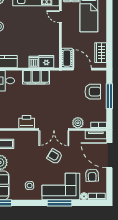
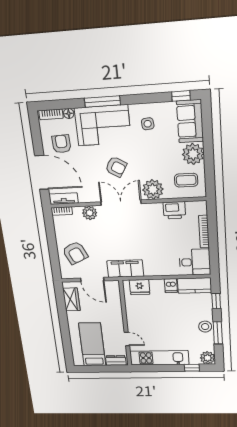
cot: (67, 58) -> (113, 292), removed
dishwasher: (34, 62) -> (171, 286), moved
filing cabinet: (36, 77) -> (125, 269), moved
armchair: (93, 92) -> (75, 253), turned -115
window: (109, 96) -> (53, 248), removed
printer: (27, 122) -> (174, 210), moved
plant: (30, 138) -> (153, 189), added

